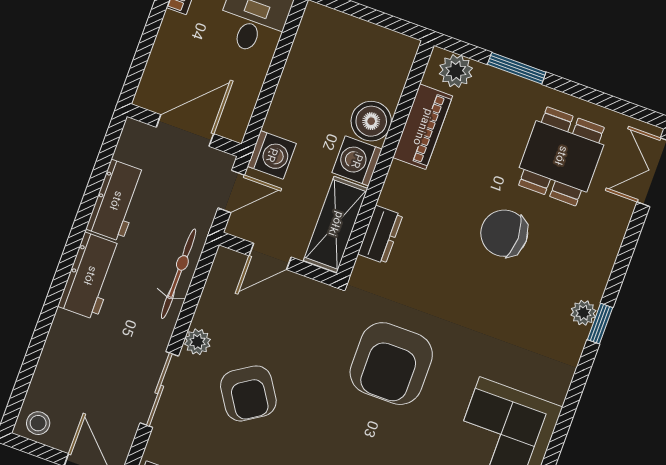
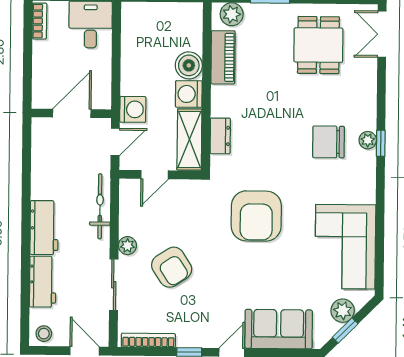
workbench: (116, 201) -> (43, 282), moved
chair: (504, 233) -> (329, 142), moved

